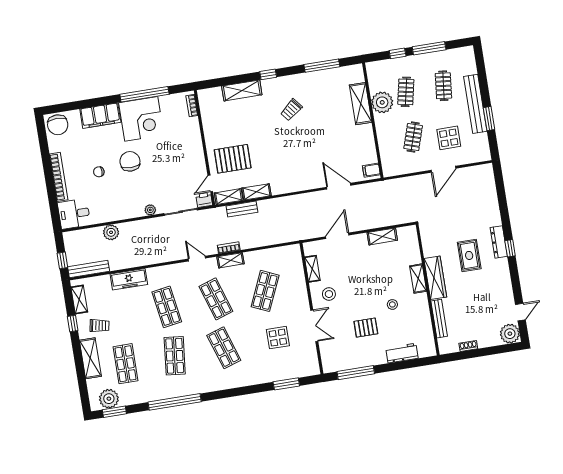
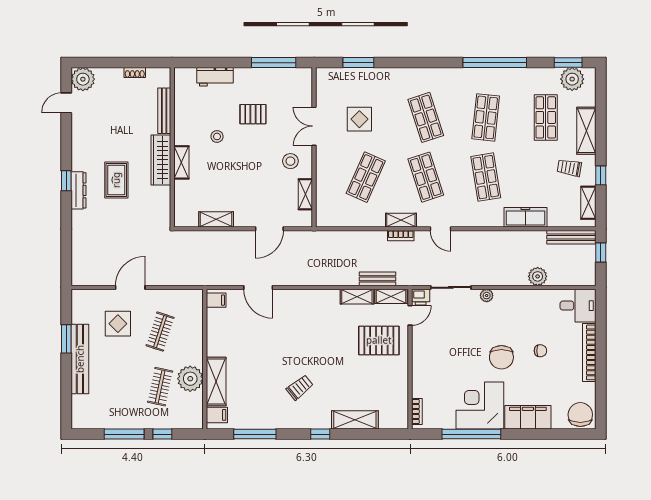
filing cabinet: (356, 76) -> (217, 415), added
clothes rail: (443, 86) -> (114, 387), removed

